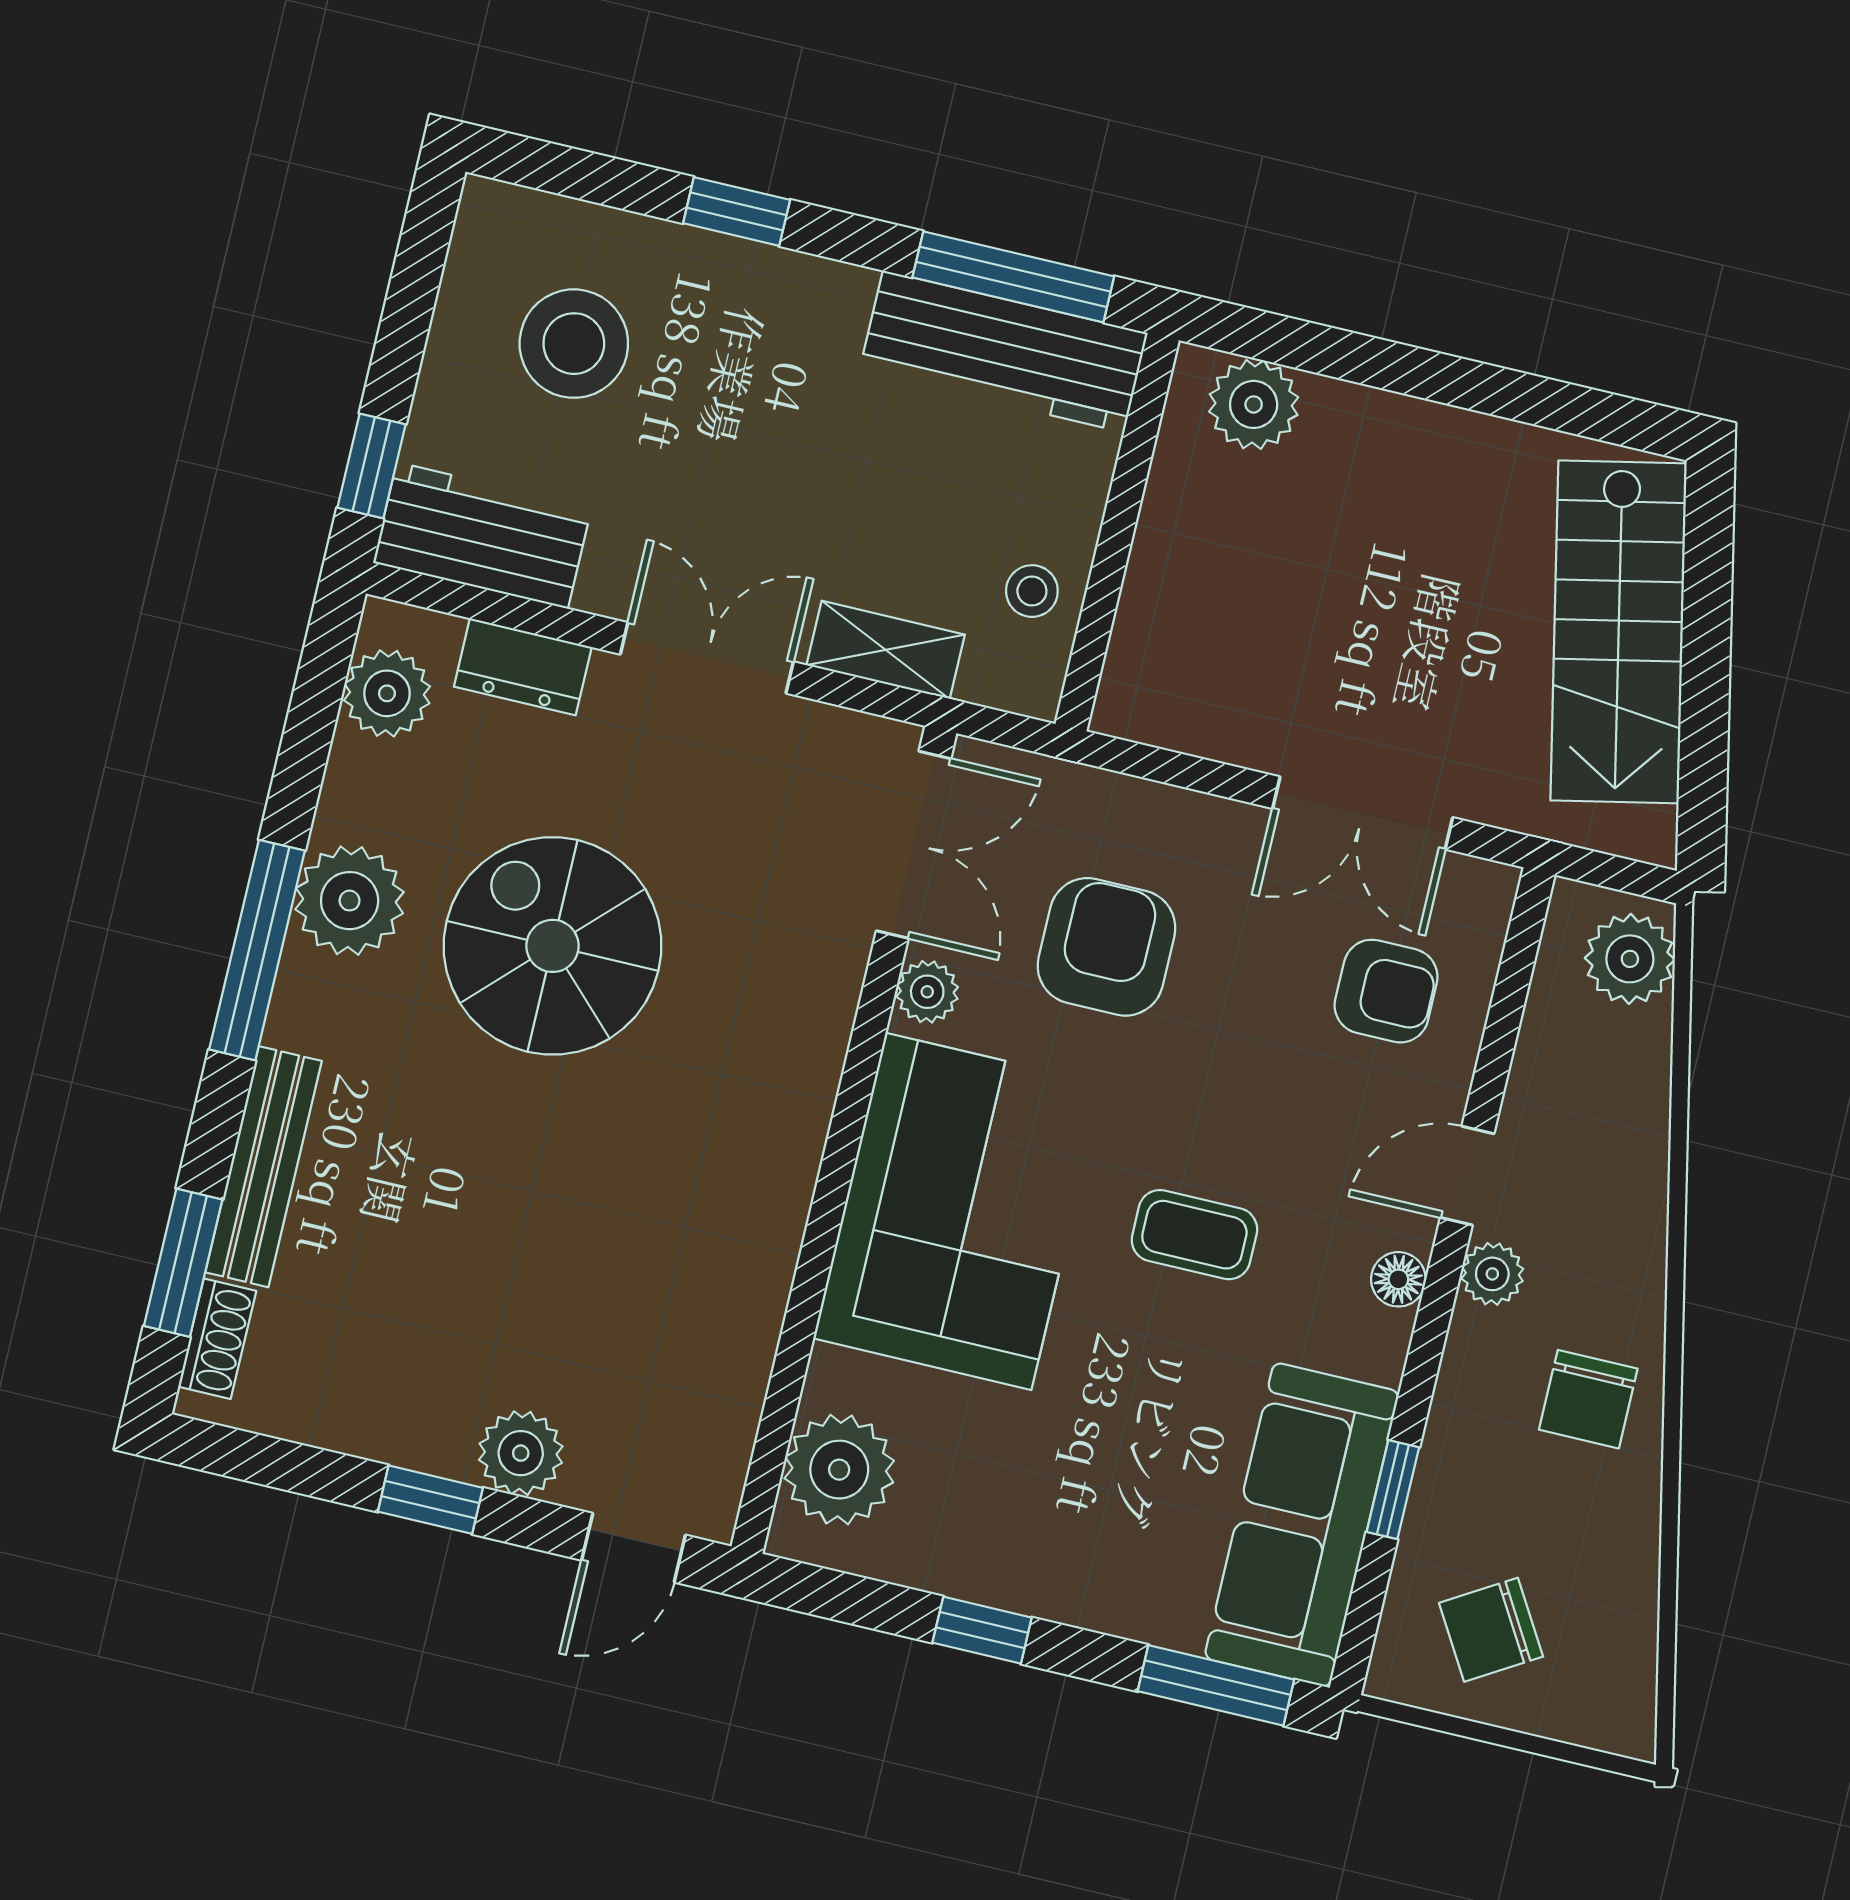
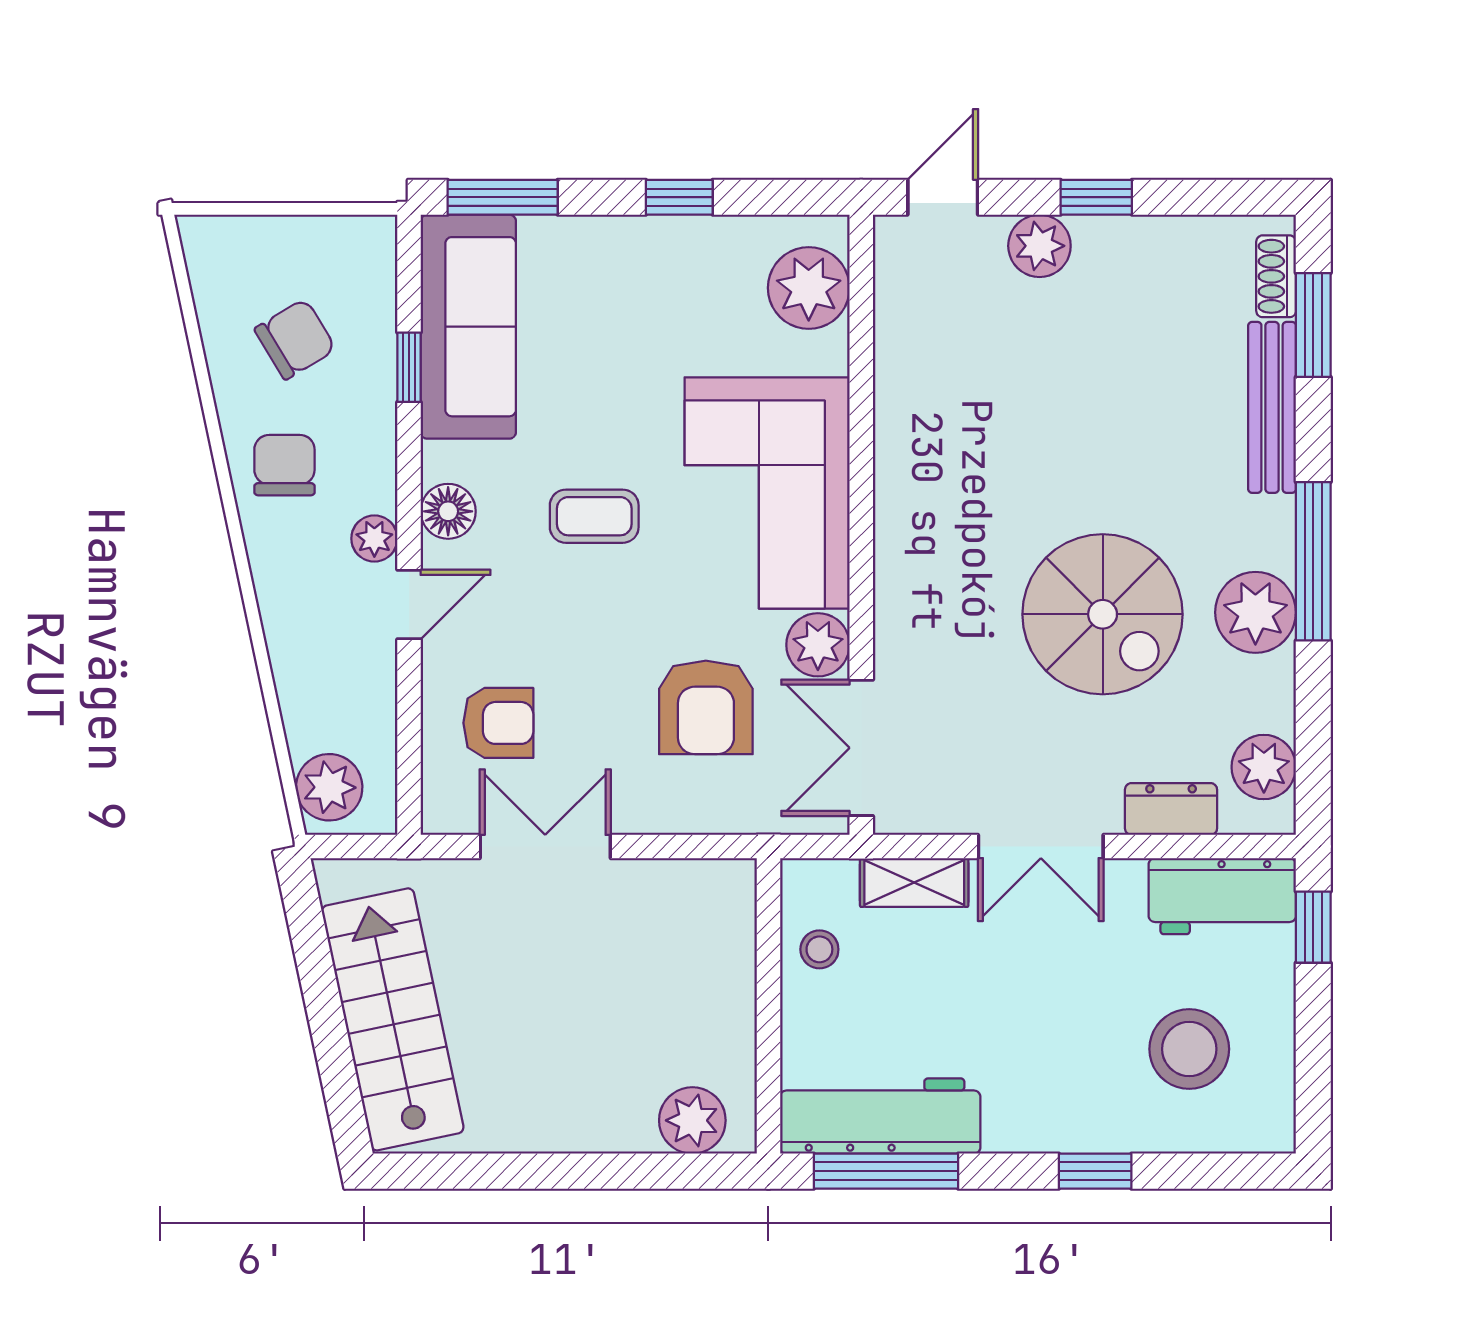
armchair: (1386, 991) -> (498, 723), turned 180
plant: (927, 992) -> (818, 645), width x1.38, depth x1.38
floor lamp: (1398, 1279) -> (448, 511), width x1.37, depth x1.37
chair: (1491, 1630) -> (295, 339), moved

